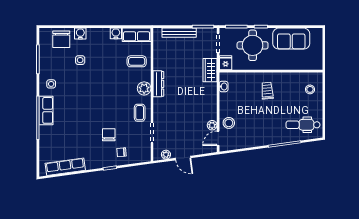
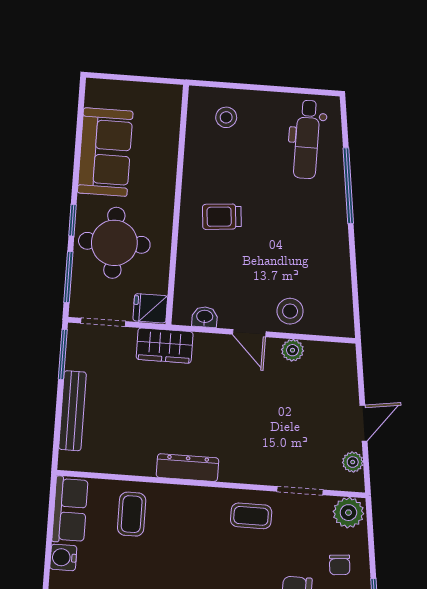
plant: (144, 88) -> (348, 513), moved
door: (218, 138) -> (249, 333), moved

